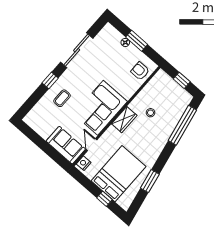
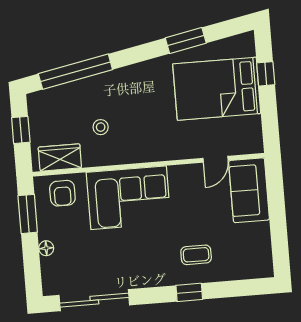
window: (137, 41) -> (28, 214), moved
sliding door: (77, 50) -> (94, 300), moved
corner sofa: (101, 108) -> (129, 198), moved
wardrobe: (124, 120) -> (60, 157), moved
nightstand: (84, 163) -> (249, 145), removed

